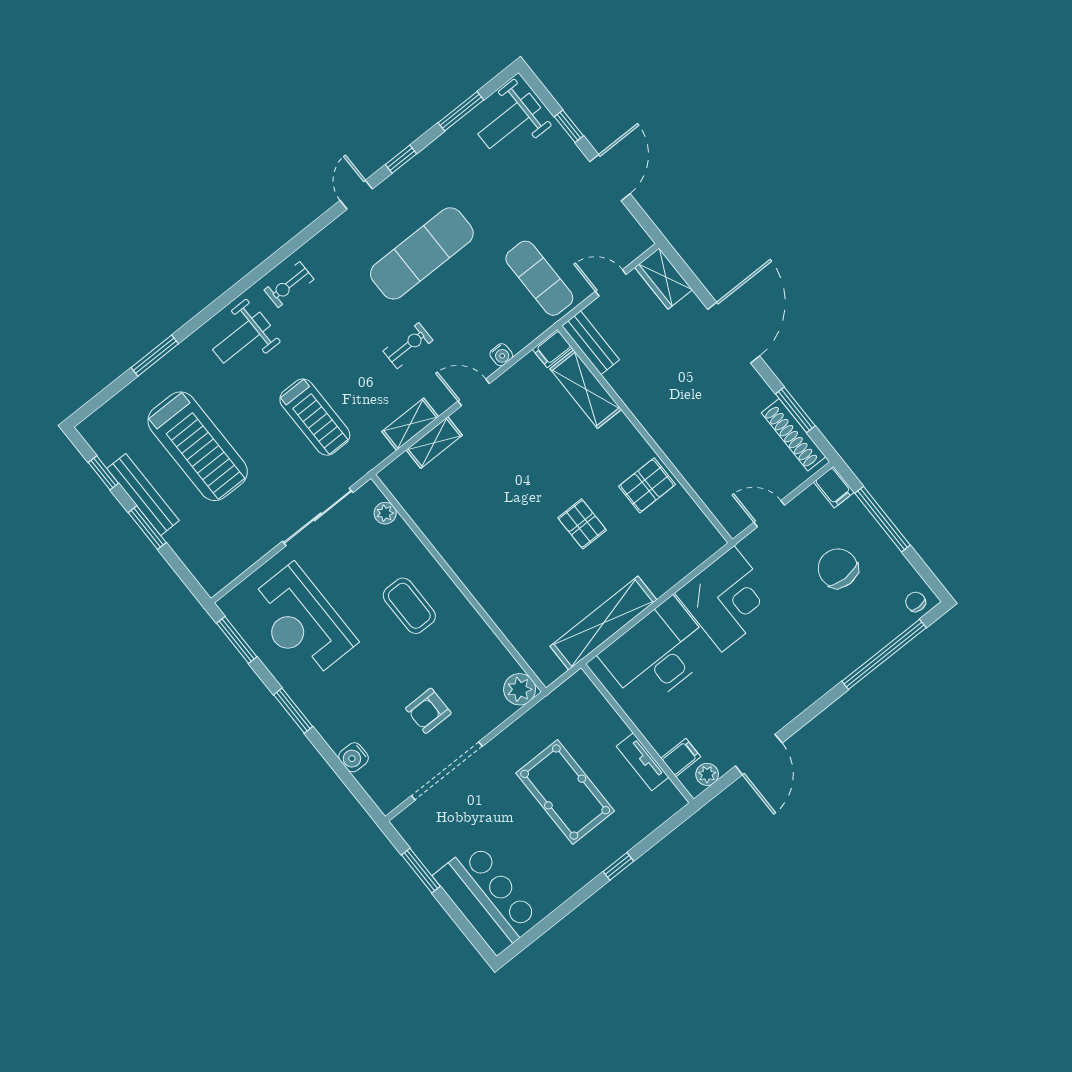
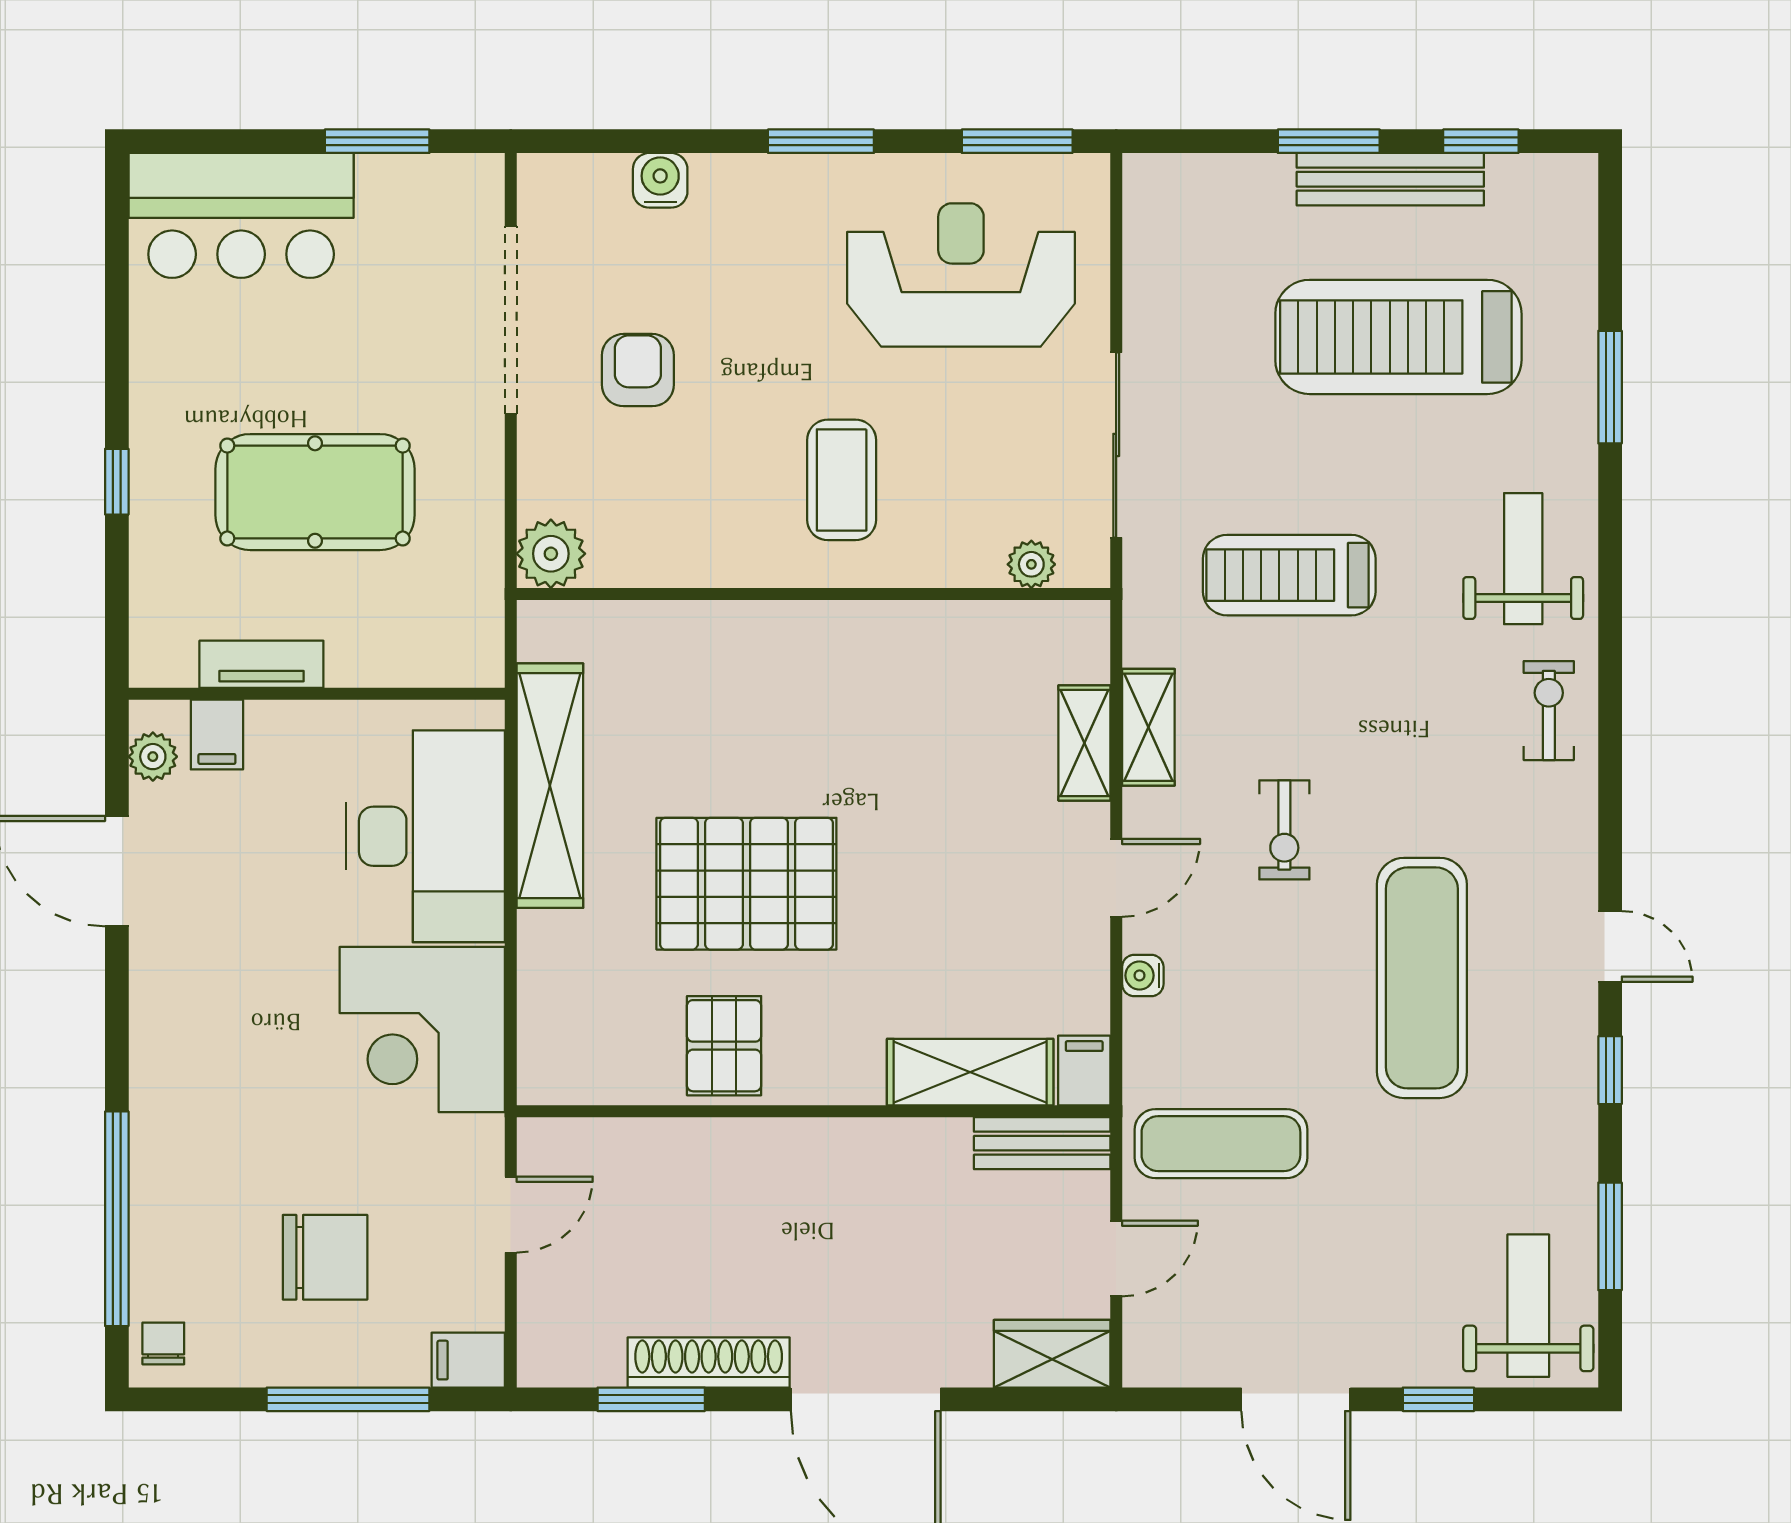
shoe rack: (793, 435) -> (709, 1363), moved
pallet: (582, 524) -> (746, 884), width x2.05, depth x2.00
chair: (916, 602) -> (163, 1343), turned -90
coffee table: (409, 606) -> (842, 480), turned 90

